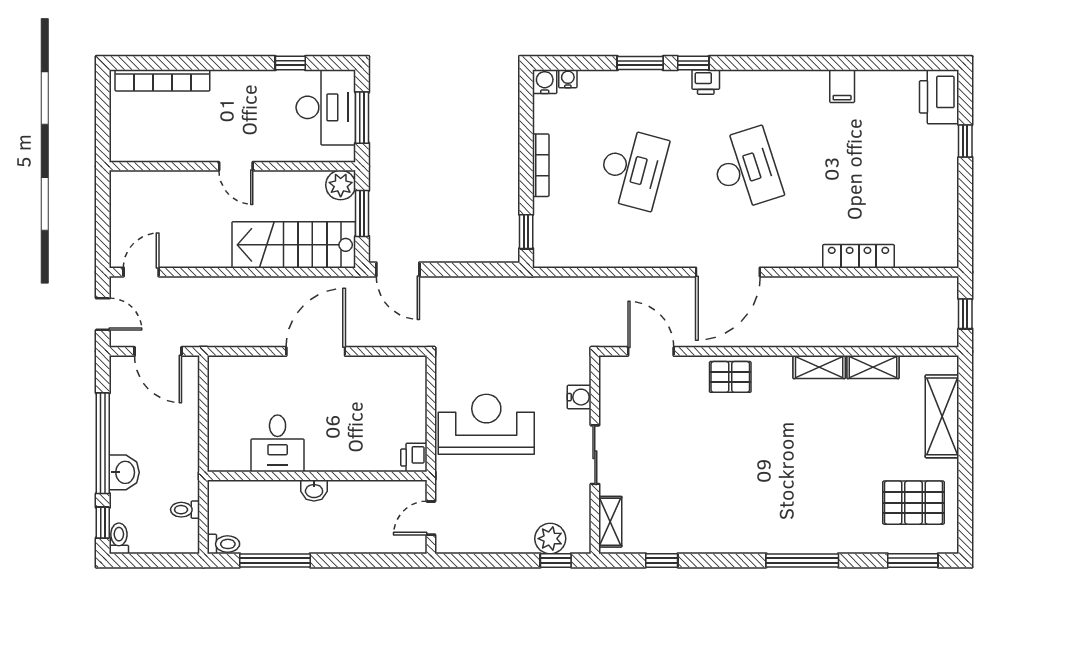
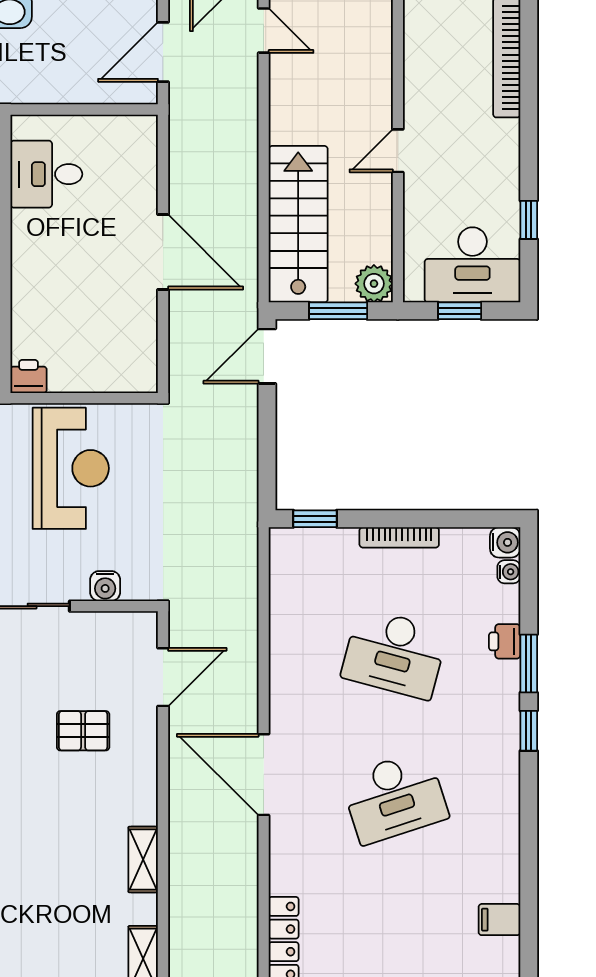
printer: (706, 82) -> (505, 641), moved
window: (362, 118) -> (460, 311), width x0.67
shelving: (819, 367) -> (143, 859), moved
pallet: (730, 377) -> (83, 731), moved, turned 90
desk: (278, 443) -> (46, 174), moved

